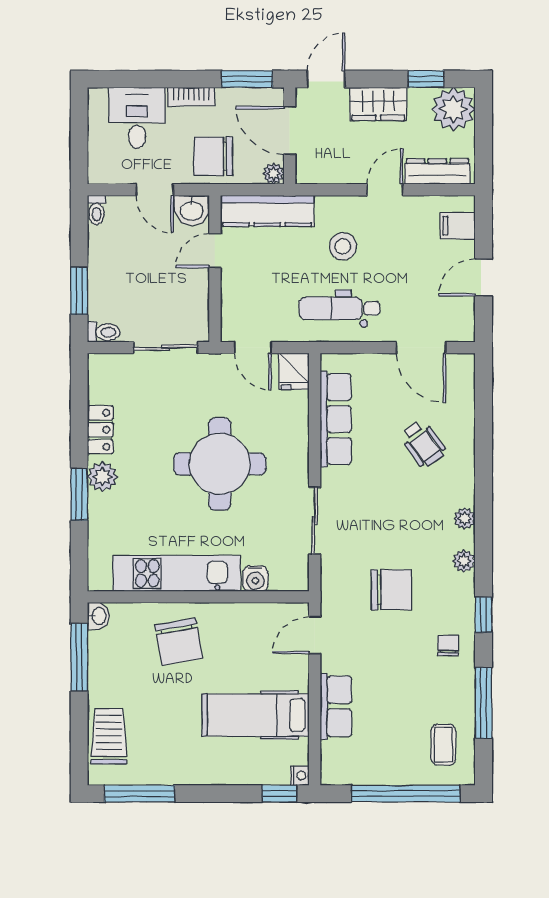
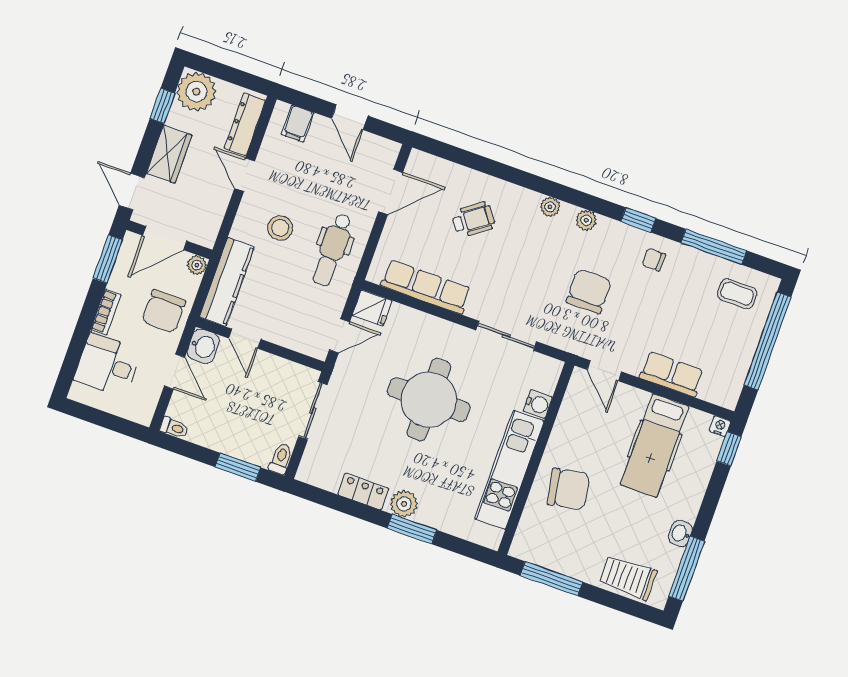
door: (155, 190) -> (174, 372), hinge flipped
washbasin: (98, 616) -> (680, 534), moved, turned -90

